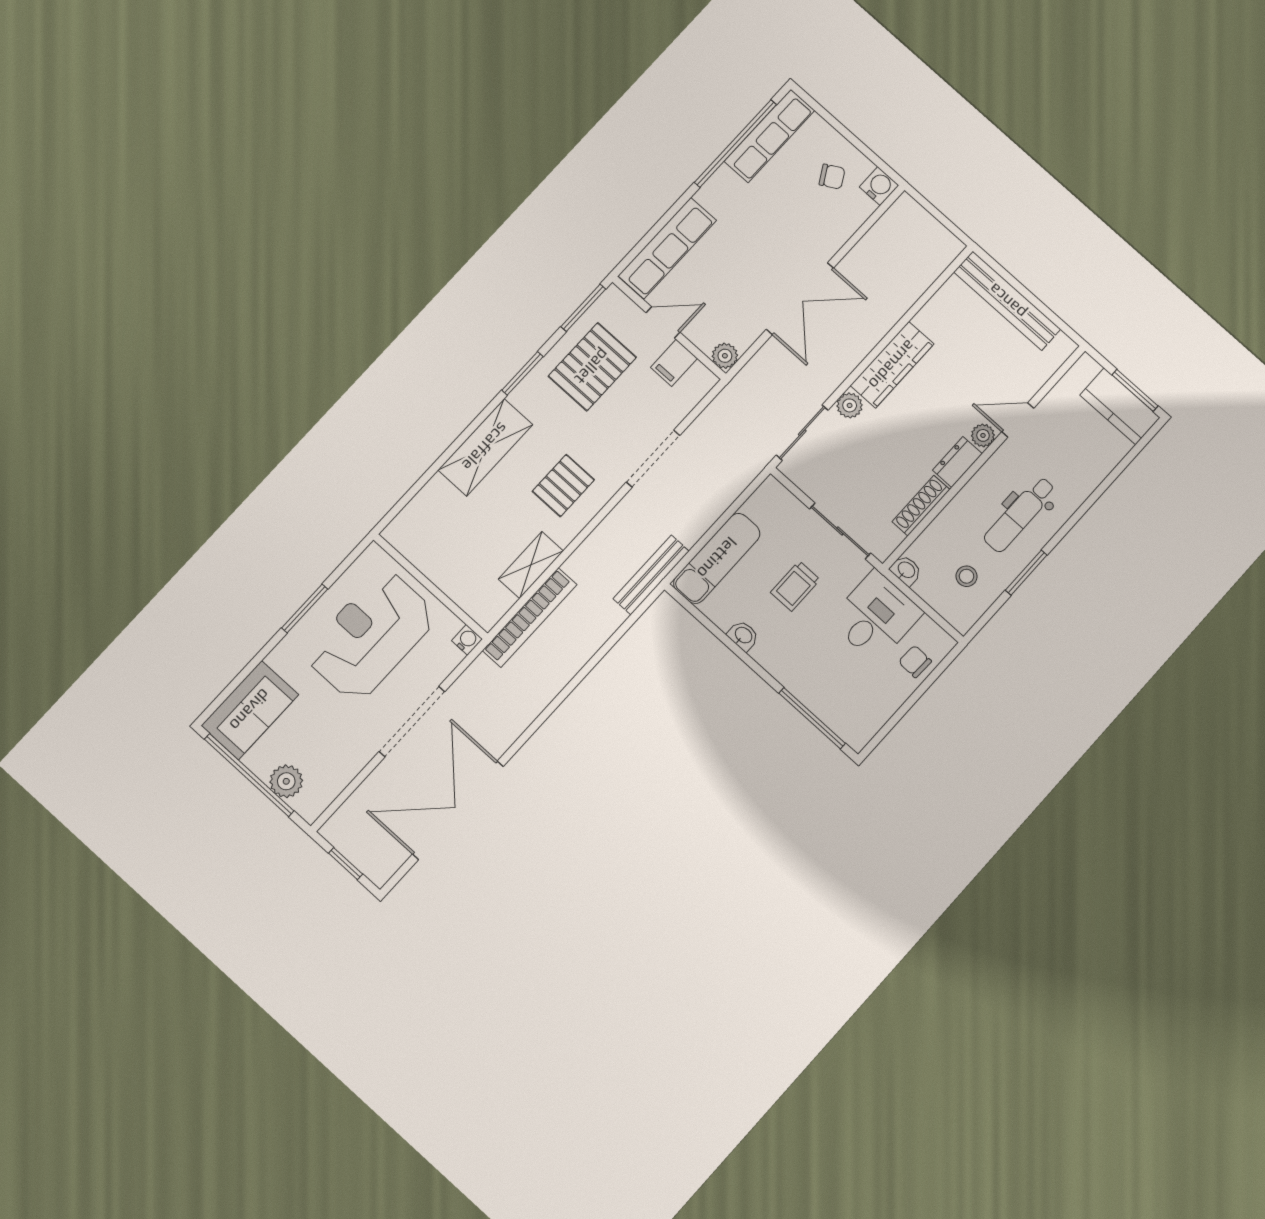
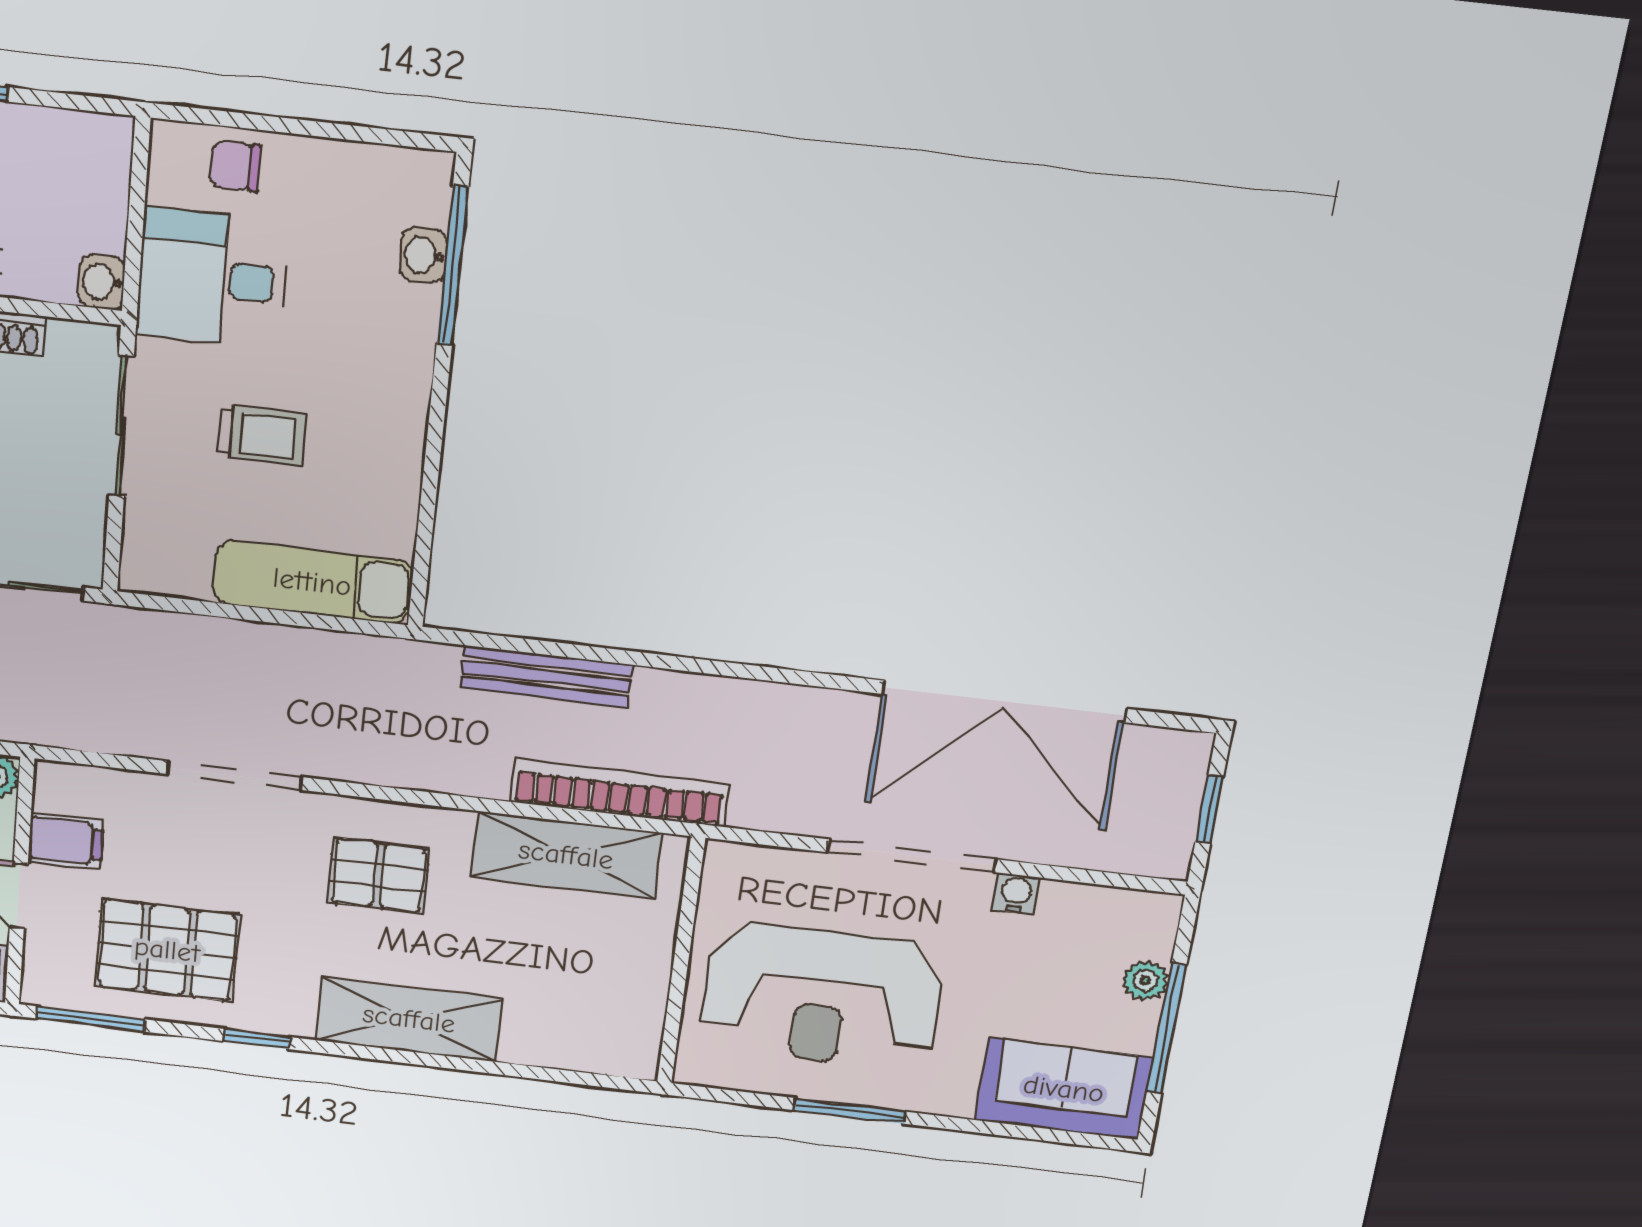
window: (522, 373) -> (257, 1039), width x0.67
shelving: (531, 565) -> (566, 855), width x1.50, depth x1.33
bench: (651, 575) -> (546, 676), moved
stool: (967, 576) -> (35, 180), removed
washbasin: (743, 636) -> (423, 255), moved
water cooler: (467, 640) -> (1016, 894), moved, turned 90
chair: (915, 661) -> (235, 166), turned 88
window: (249, 775) -> (1167, 1029), width x0.68
plant: (286, 781) -> (1145, 981), width x0.73, depth x0.73

